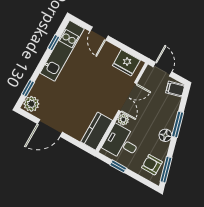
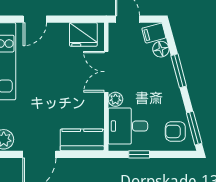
door: (99, 34) -> (35, 19), hinge flipped
double door: (128, 97) -> (106, 72), swing flipped
kitchen counter: (97, 131) -> (82, 140), moved, turned 90
floor lamp: (165, 135) -> (161, 49), moved

